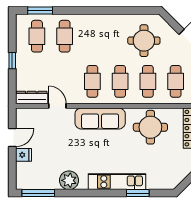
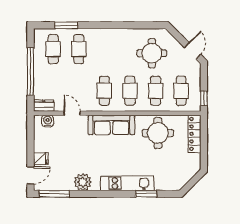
window: (40, 10) -> (66, 25), moved
window: (12, 61) -> (30, 72), width x3.17
dresser: (32, 98) -> (44, 106), width x0.70
water cooler: (31, 114) -> (48, 121), added
door: (12, 137) -> (30, 175), moved

